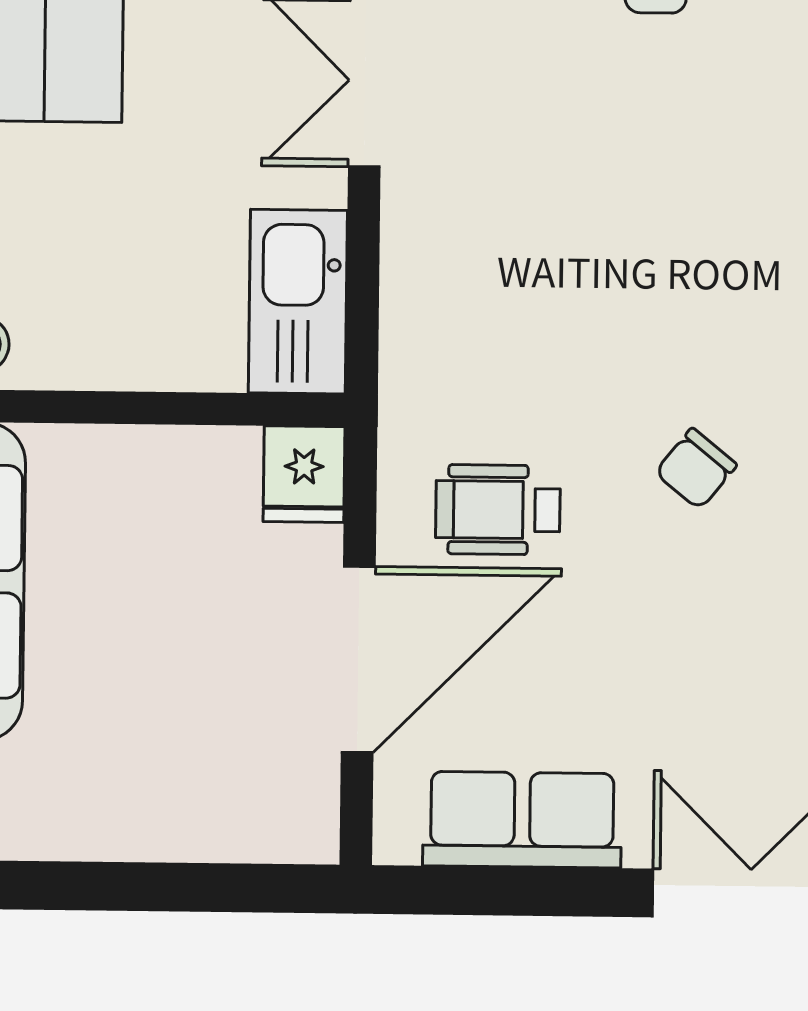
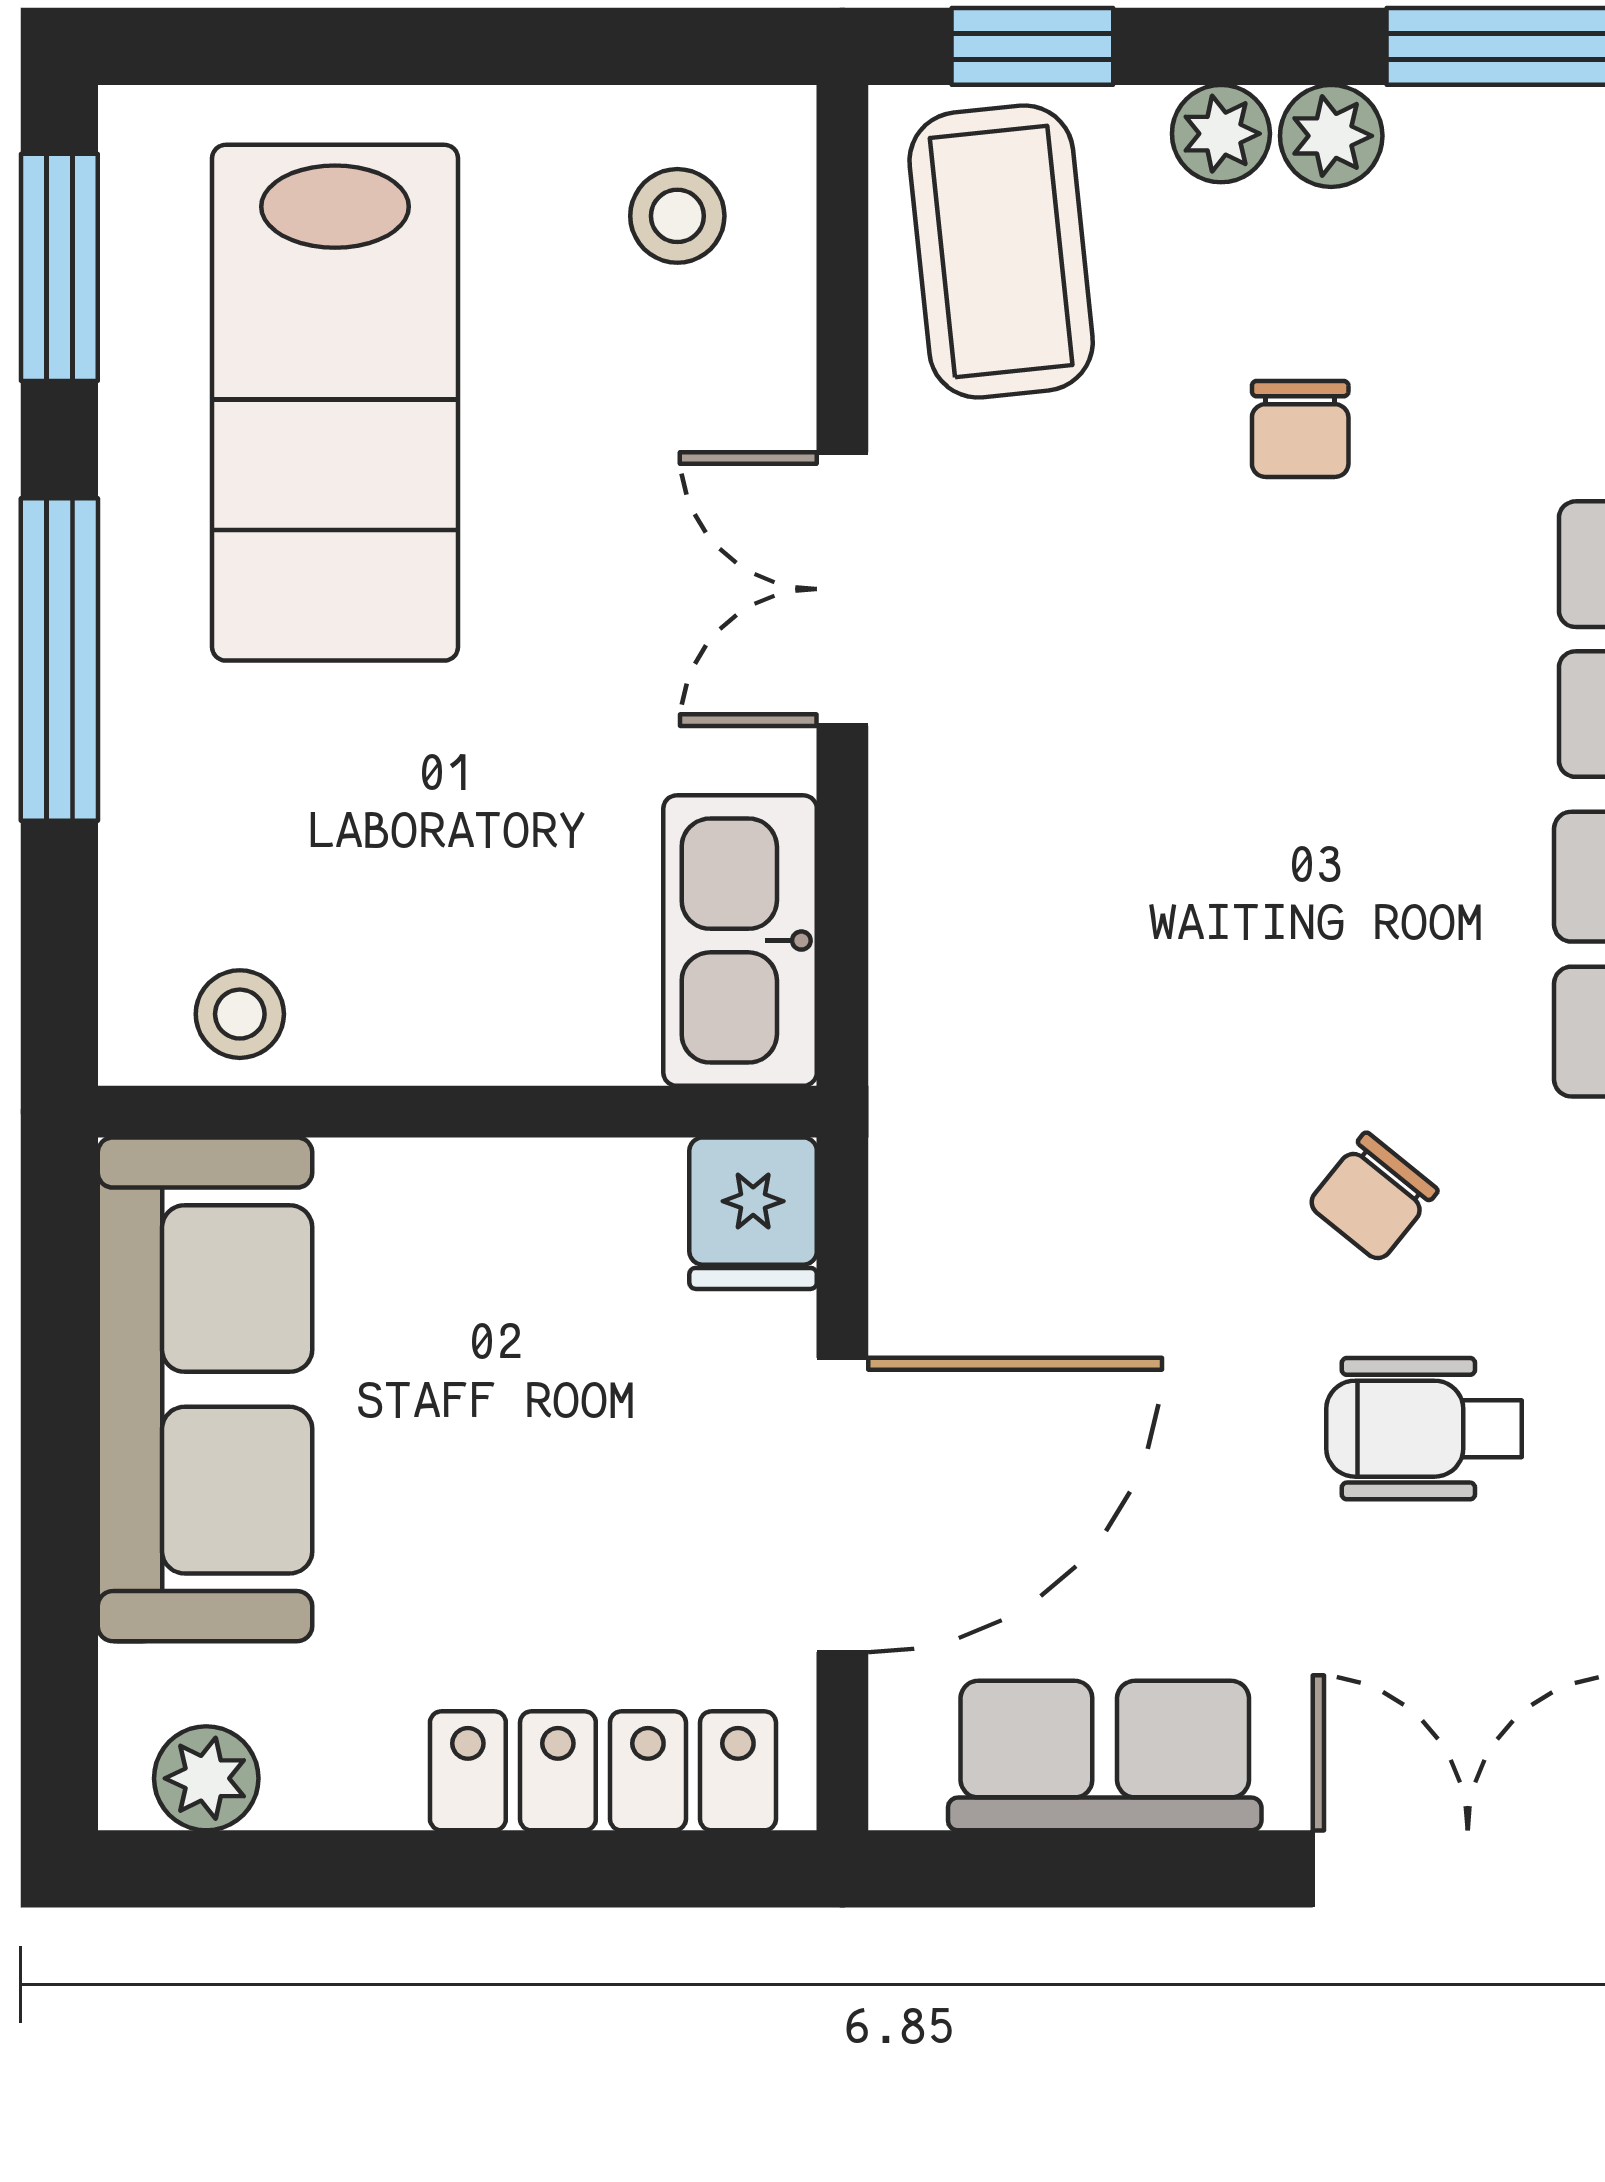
wheelchair: (498, 510) -> (1424, 1429), moved
locker: (205, 825) -> (603, 1771), added

